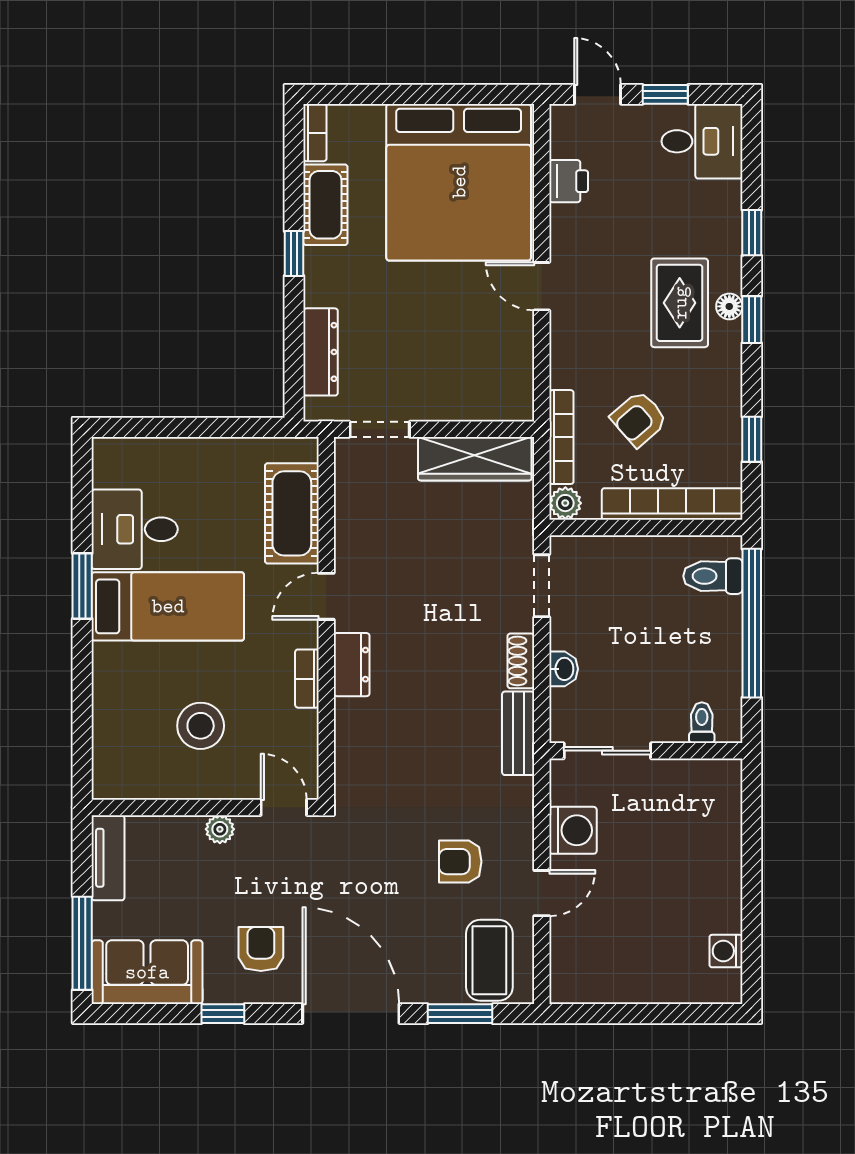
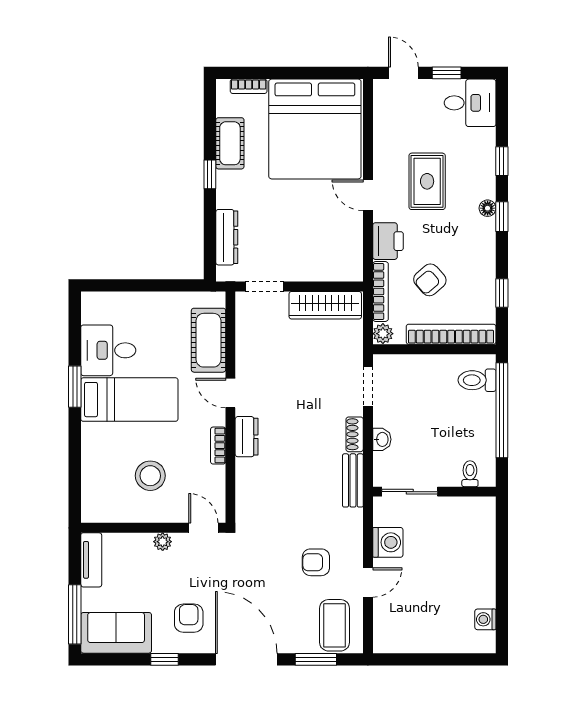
bookcase: (315, 133) -> (249, 86), moved, turned 90
printer: (569, 181) -> (388, 241), moved, width x1.36, depth x1.24
rug: (680, 303) -> (427, 181), moved
door: (326, 596) -> (230, 393), hinge flipped

